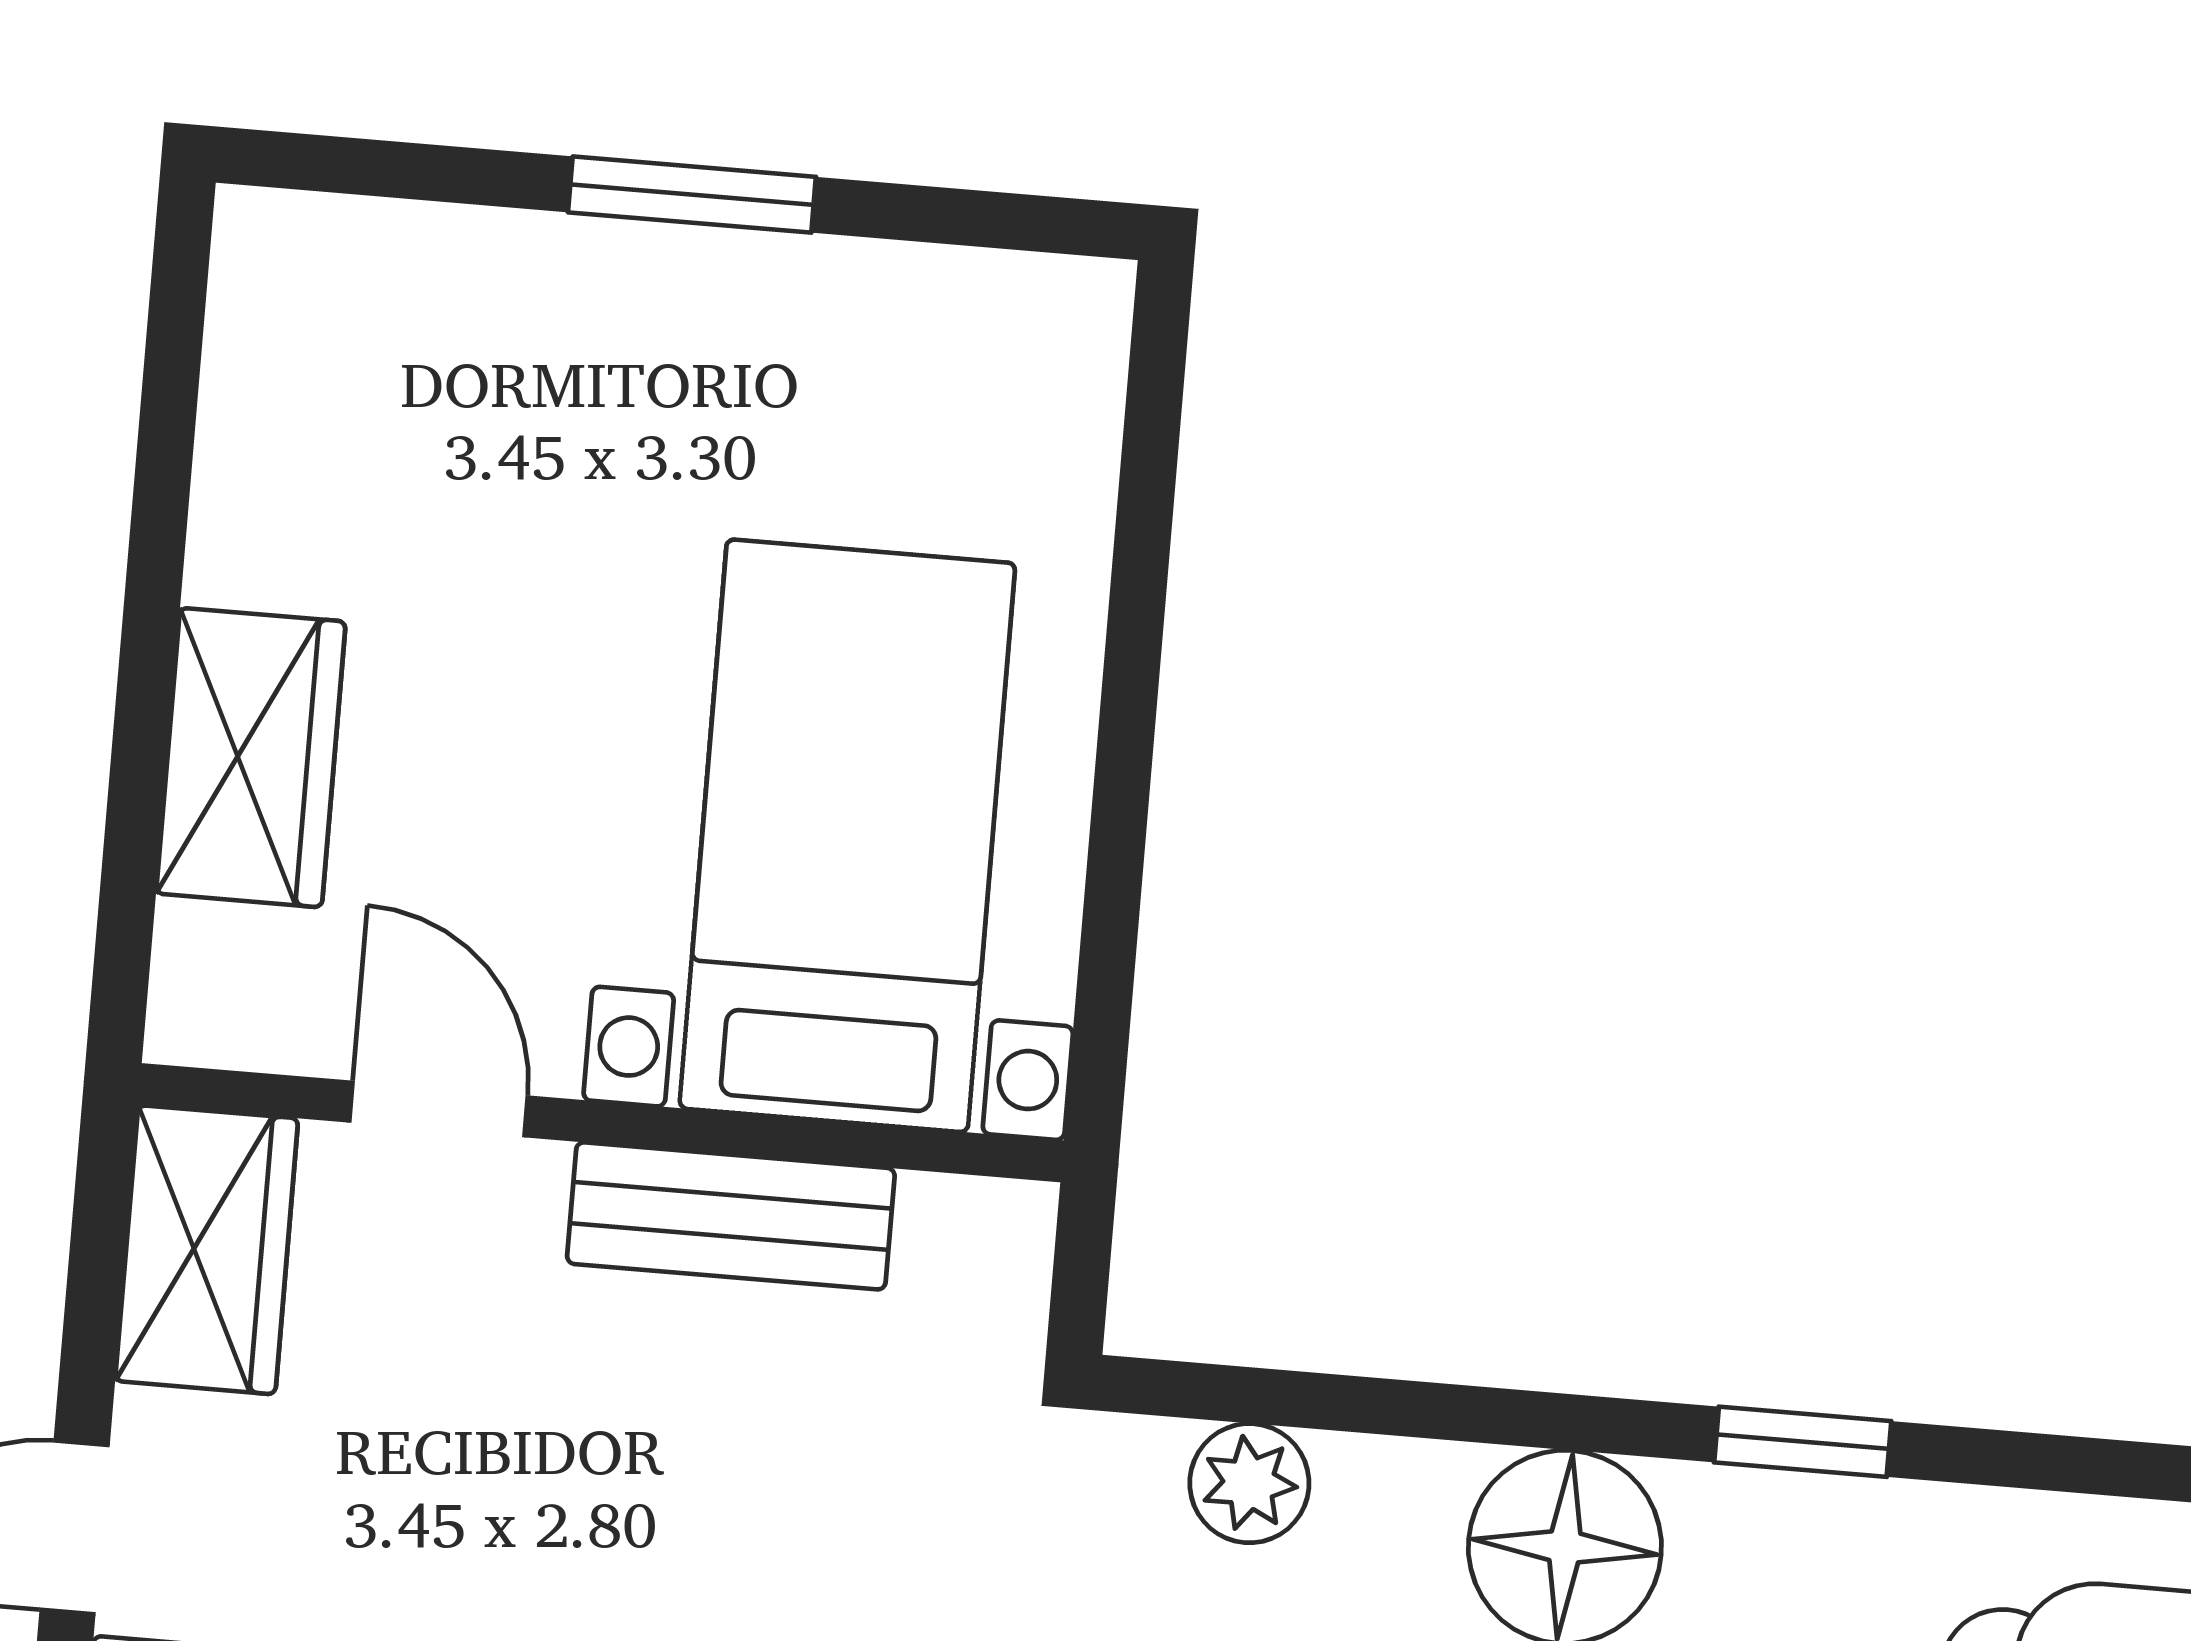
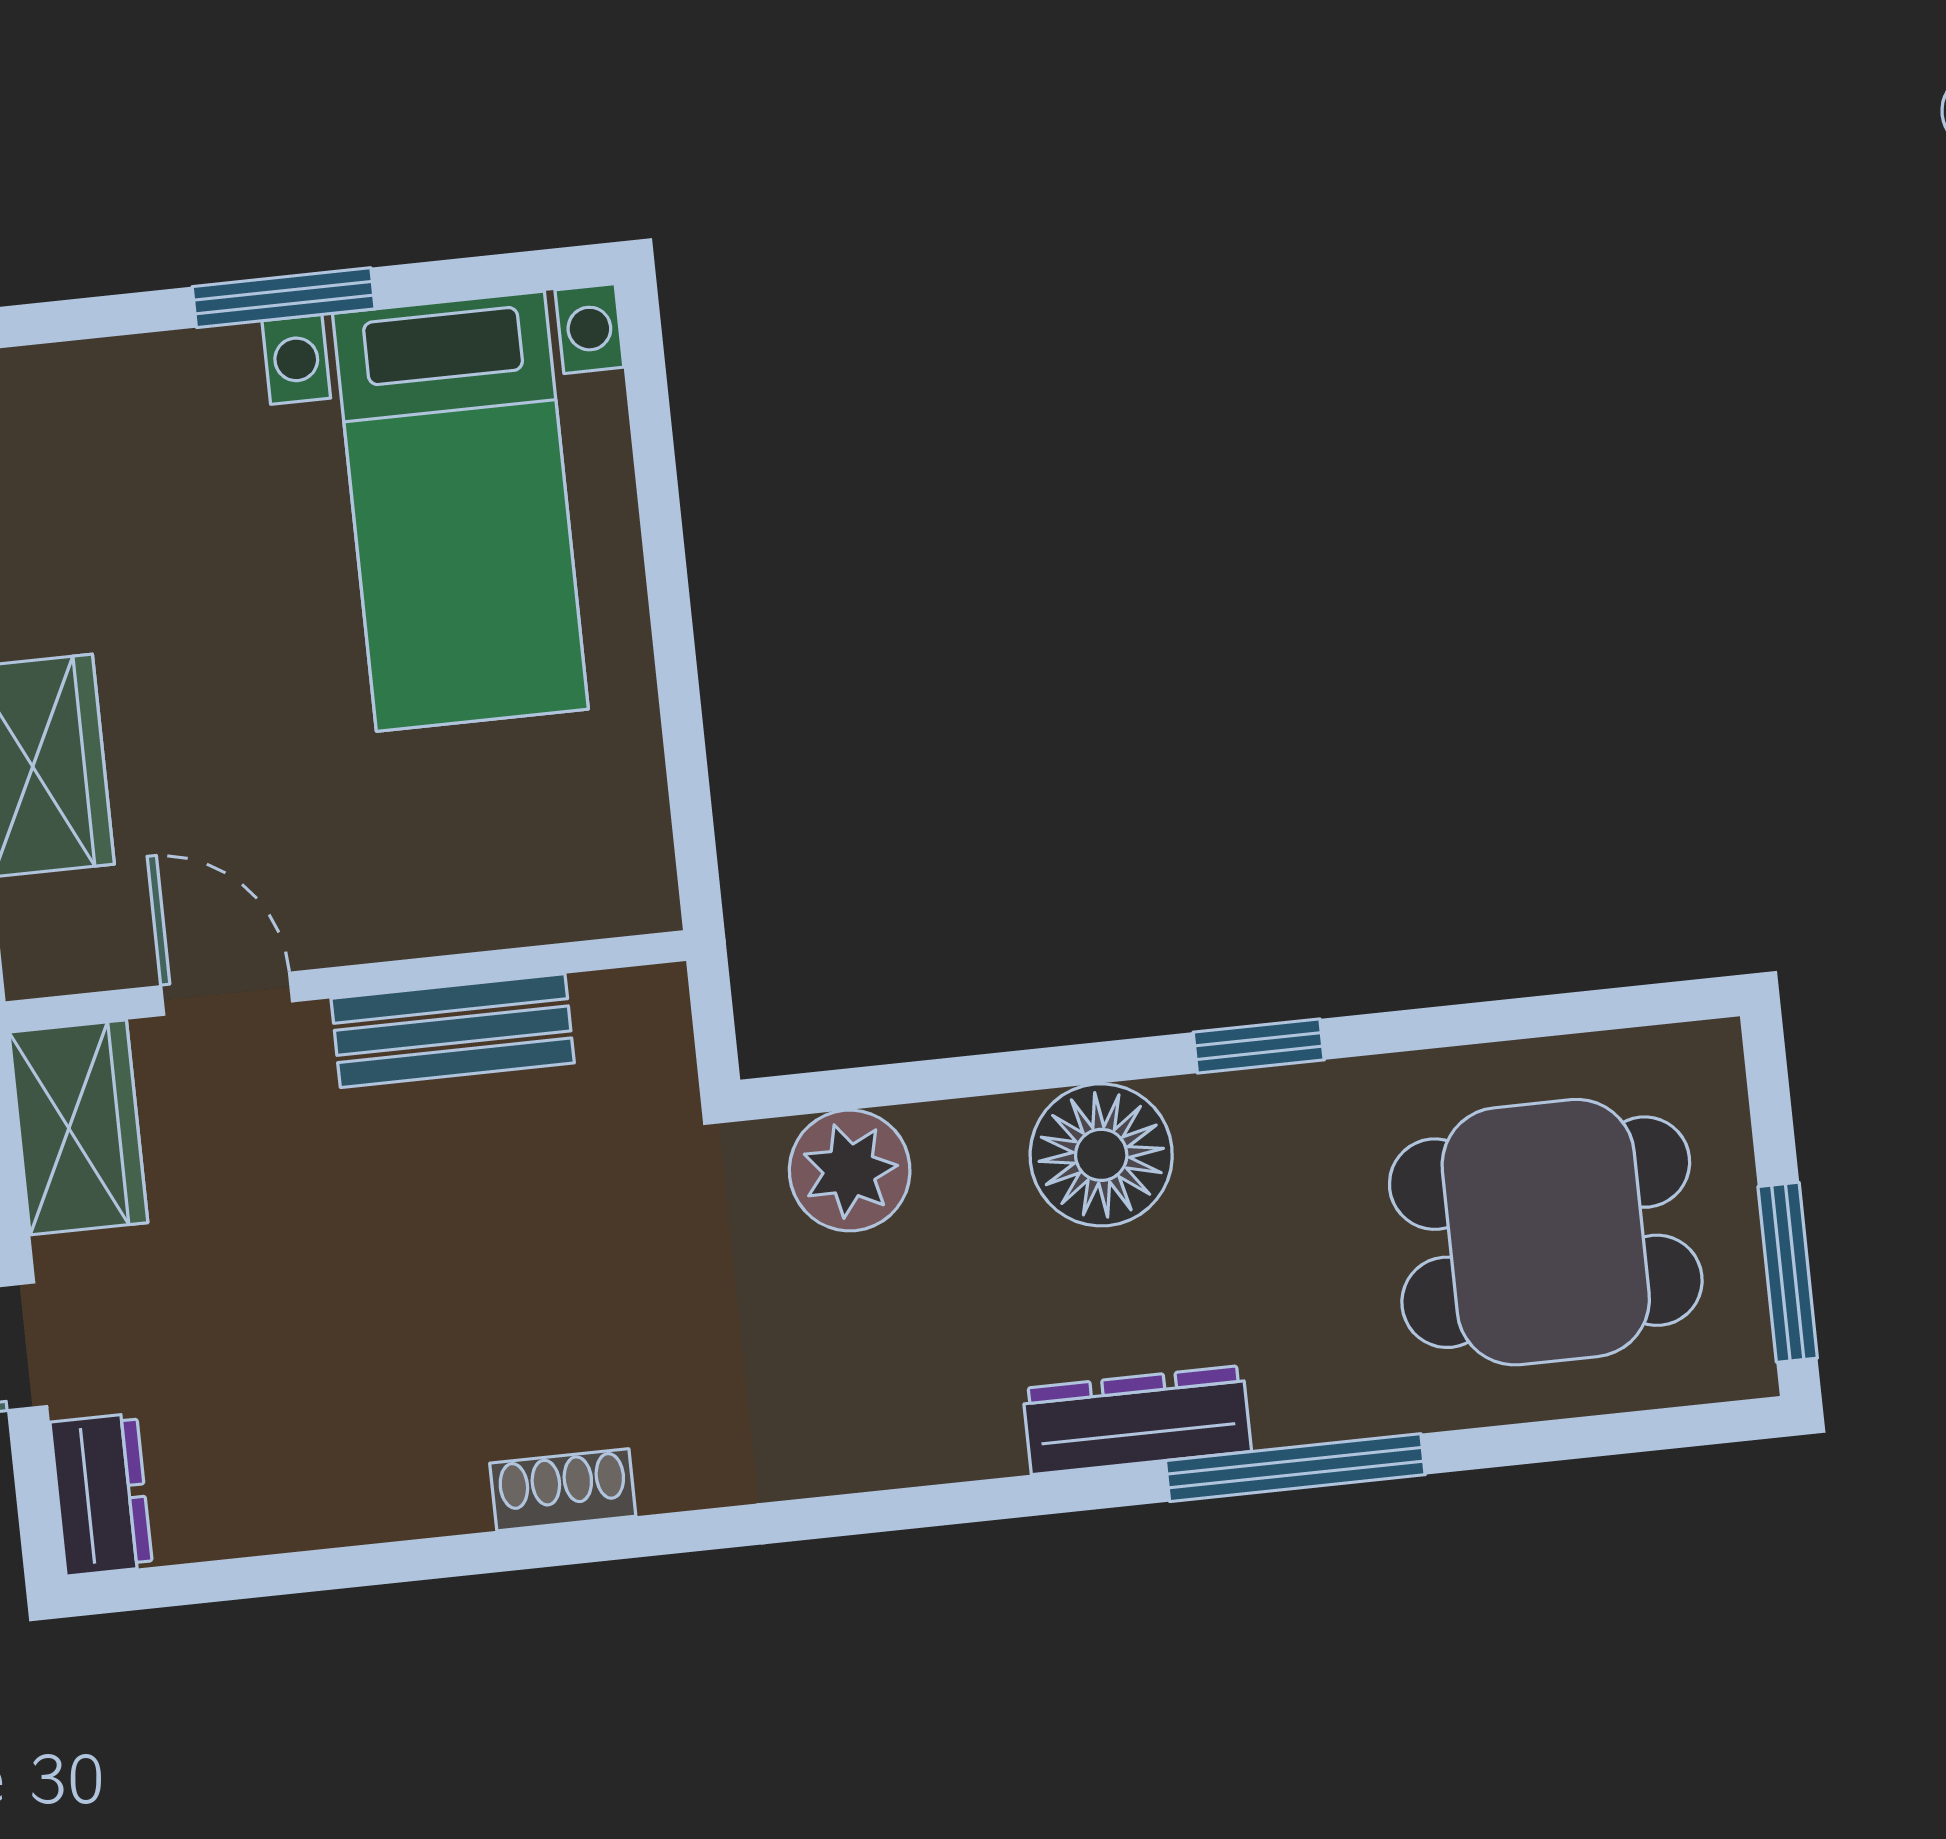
bed with nightstands: (847, 836) -> (460, 511), moved, turned 180
plant: (1249, 1483) -> (850, 1170), width x1.38, depth x1.38

